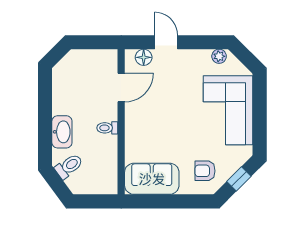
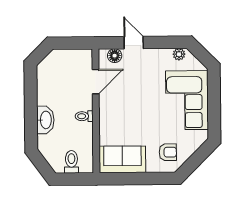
toilet: (69, 166) -> (71, 162), moved, turned -54
armchair: (205, 171) -> (168, 152), turned 180
window: (239, 179) -> (197, 159), removed

